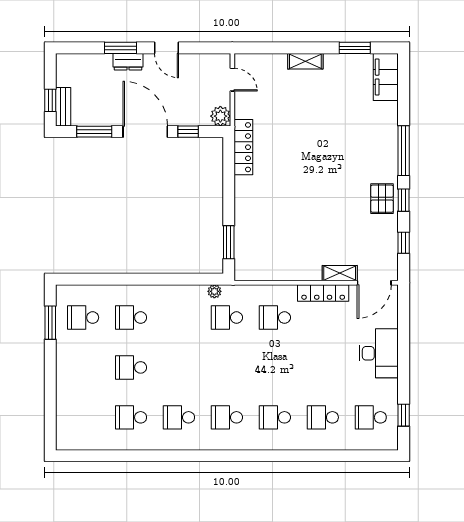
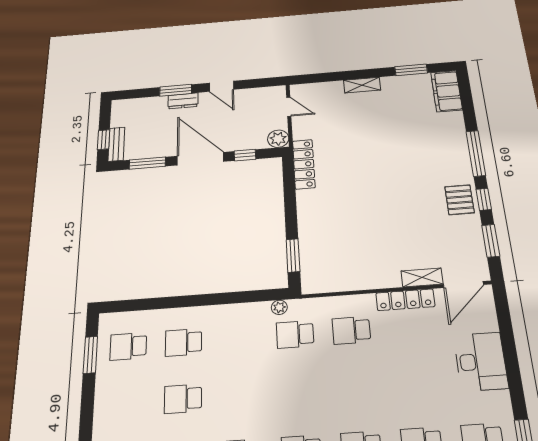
window: (404, 243) -> (491, 241), width x1.50

